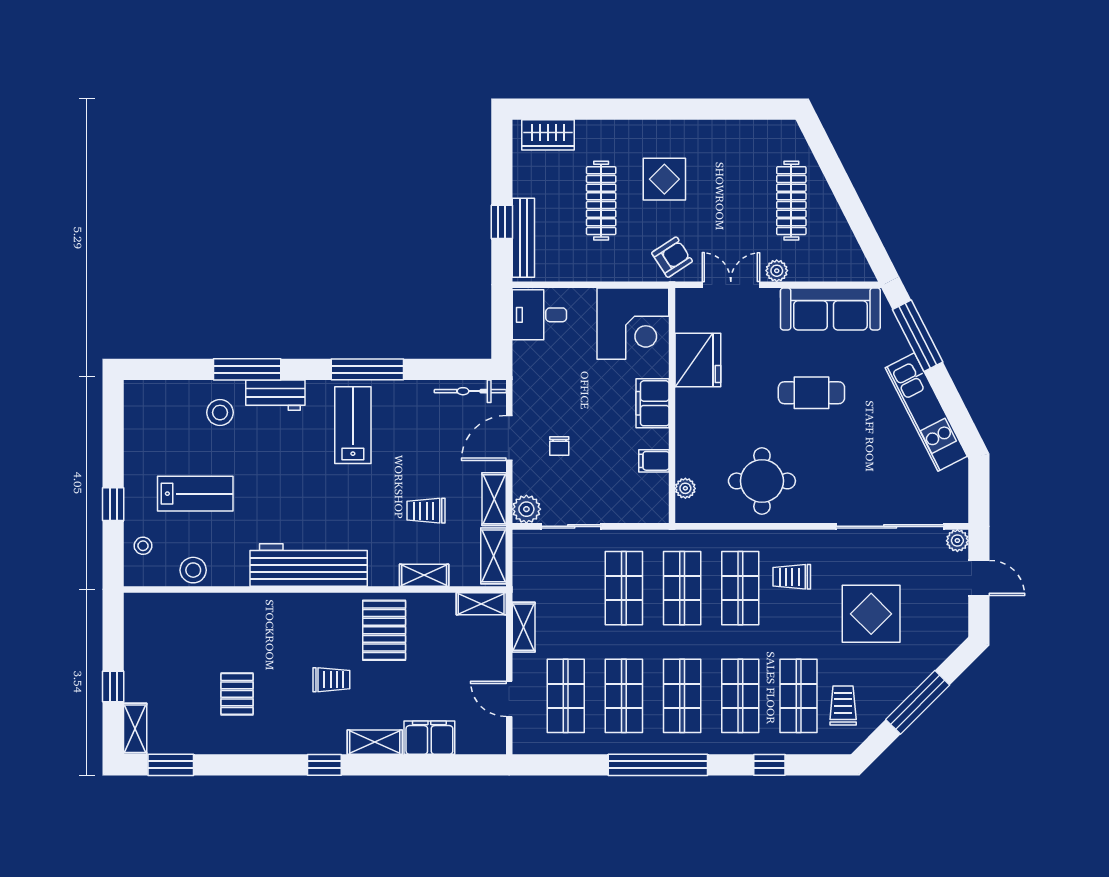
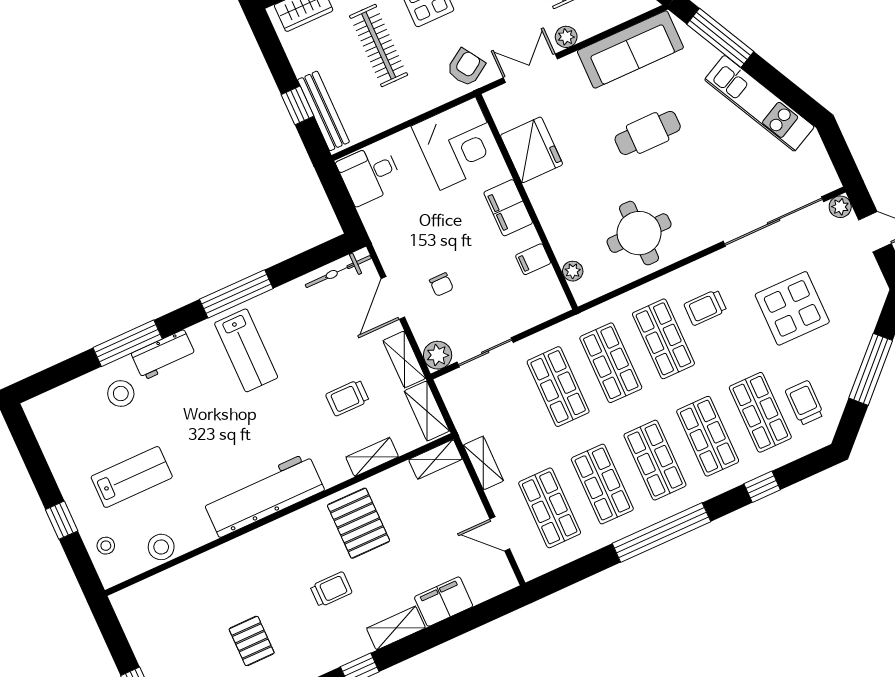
lab bench: (353, 425) -> (246, 350), turned 180

